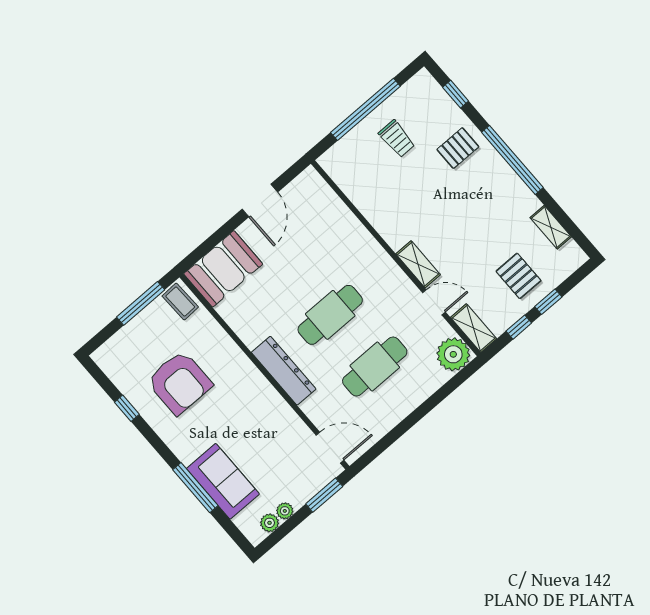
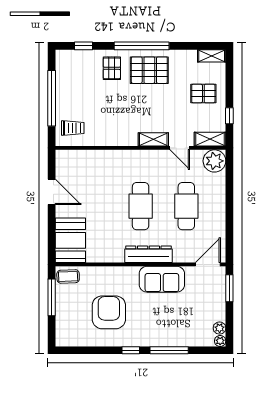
trolley: (397, 139) -> (73, 128), moved
pallet: (492, 192) -> (149, 70), added
shelving: (551, 227) -> (212, 56), moved
door: (434, 302) -> (180, 148), swing flipped
window: (548, 302) -> (229, 90), removed
armchair: (179, 383) -> (109, 312), turned -90
window: (127, 408) -> (131, 350), moved
sofa: (223, 481) -> (162, 279), moved, turned 180
plant: (285, 511) -> (220, 341), moved

